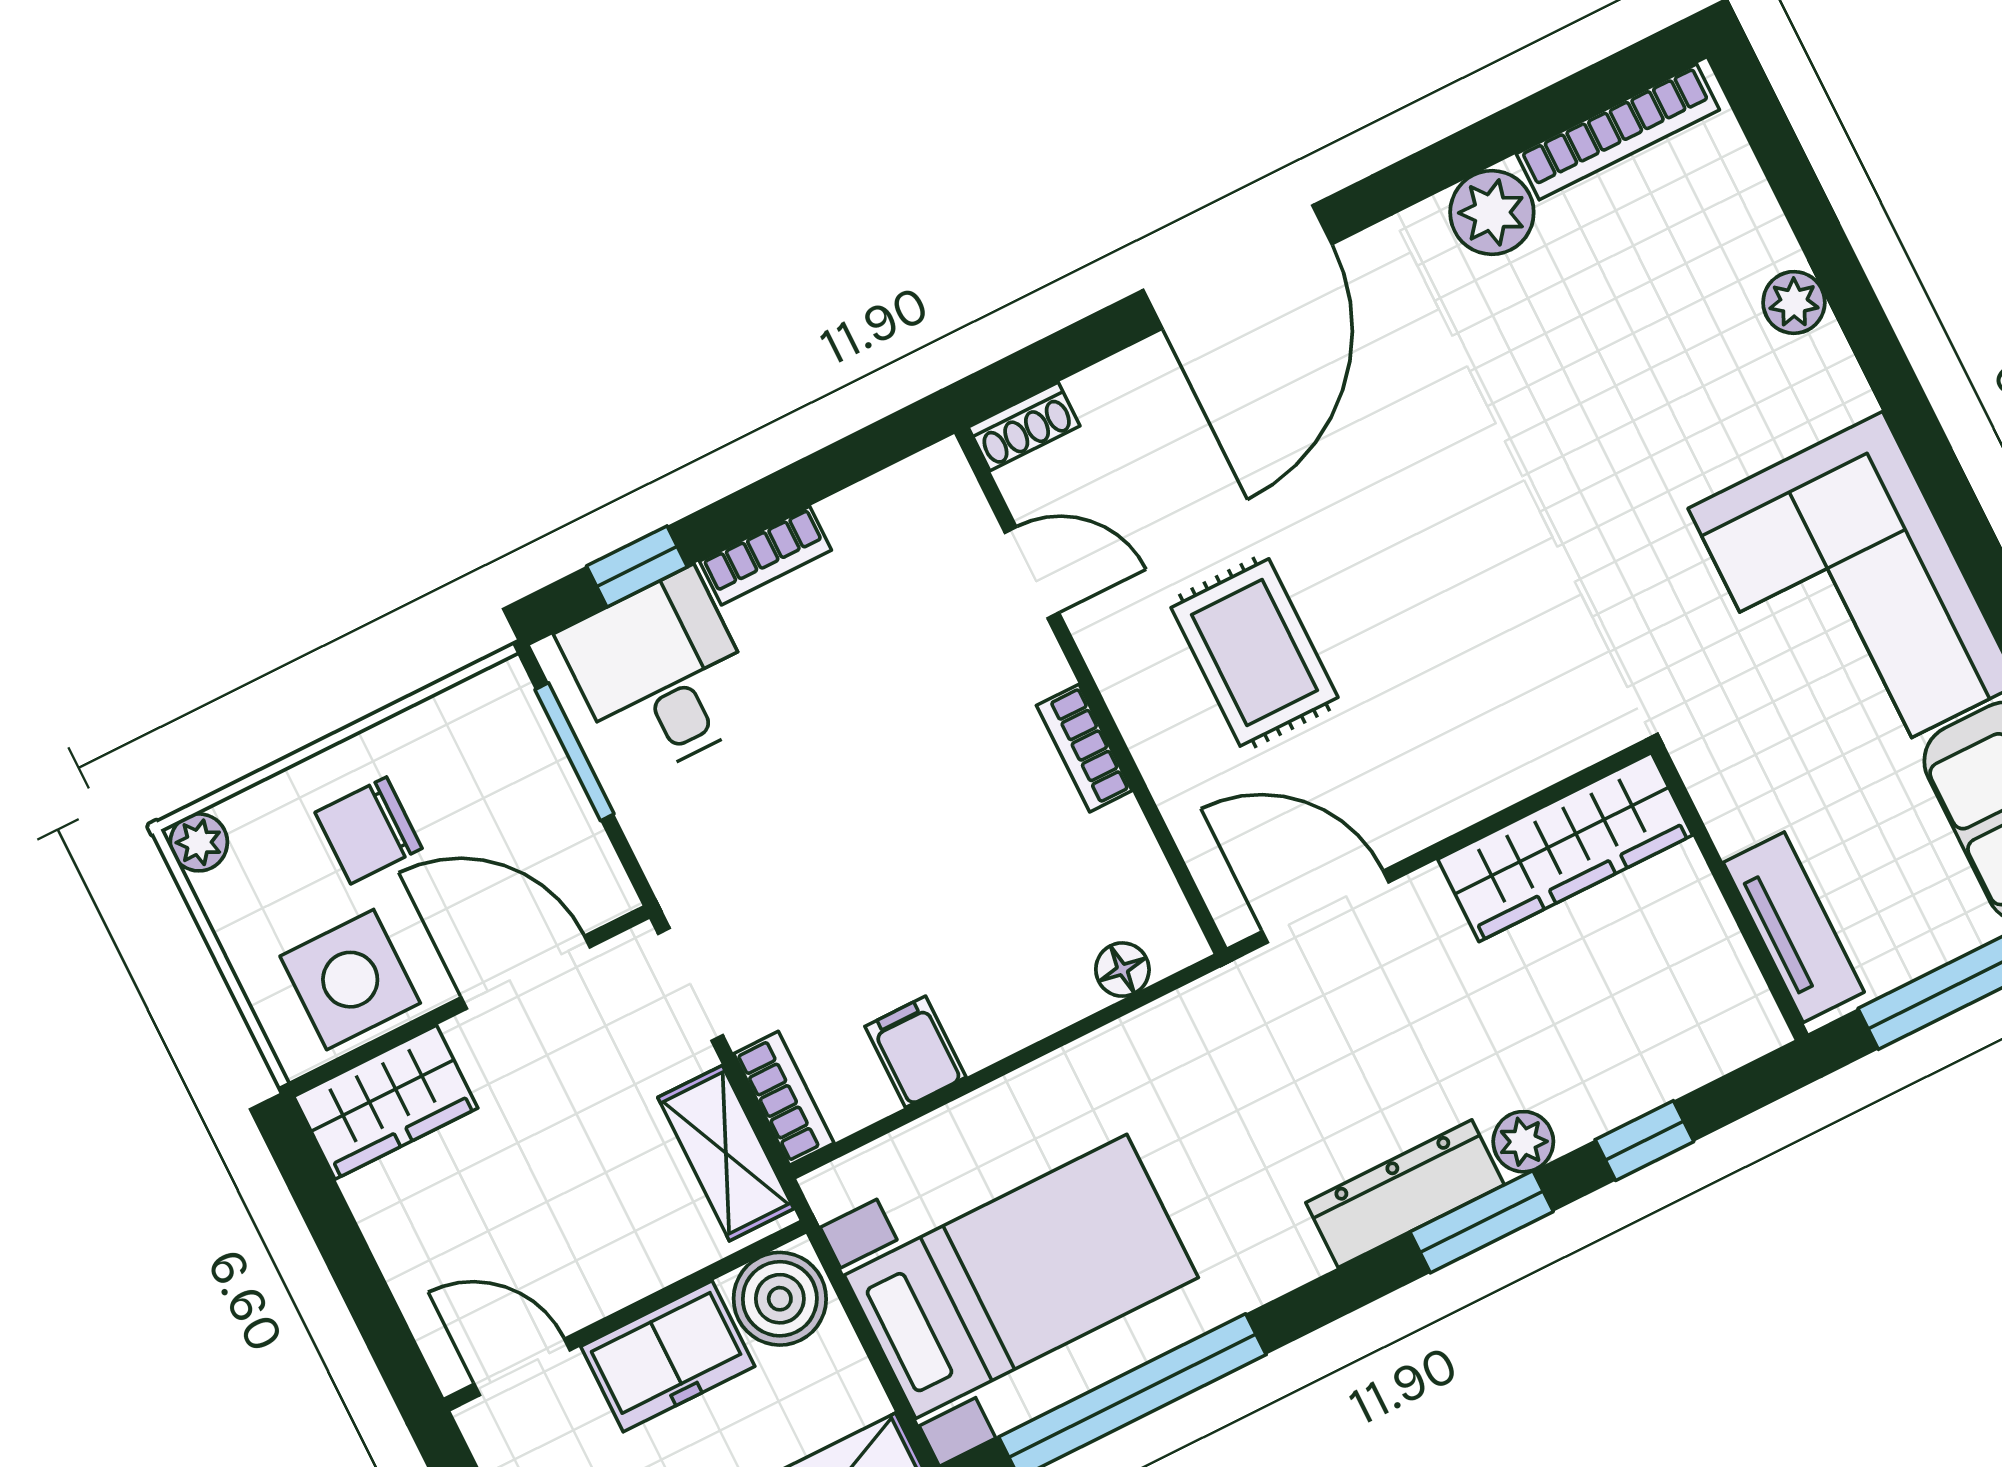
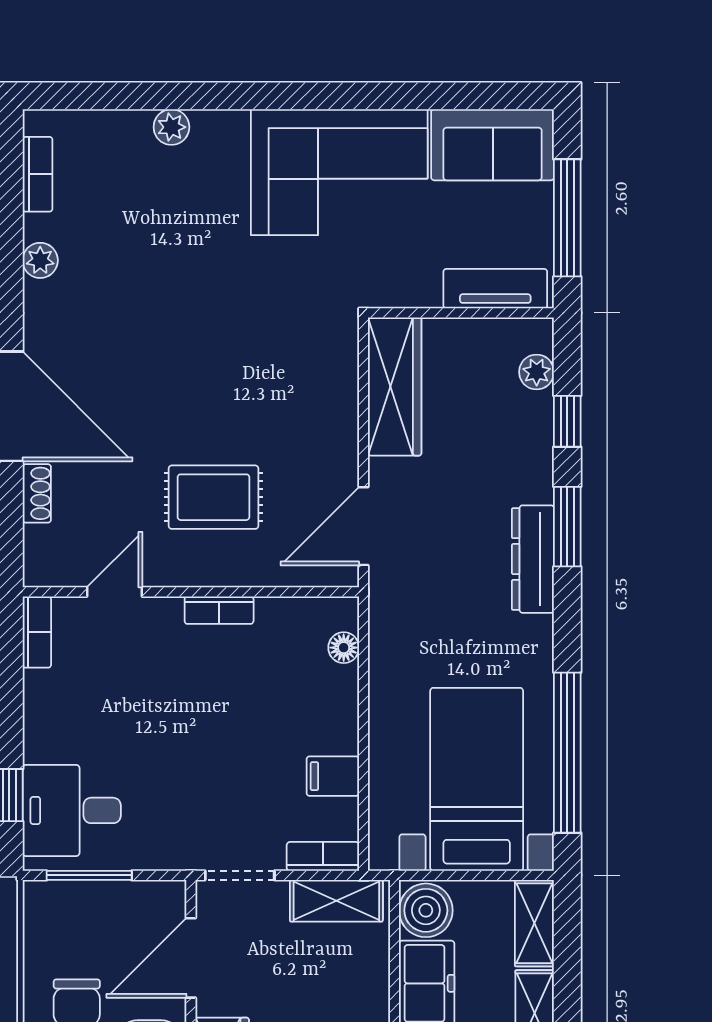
bookcase: (1618, 132) -> (37, 174), width x0.64
plant: (1492, 213) -> (40, 260), width x0.73, depth x0.73
shoe rack: (1024, 426) -> (37, 493), moved
bookcase: (765, 556) -> (37, 632), moved
plant: (1523, 1142) -> (537, 372), moved

